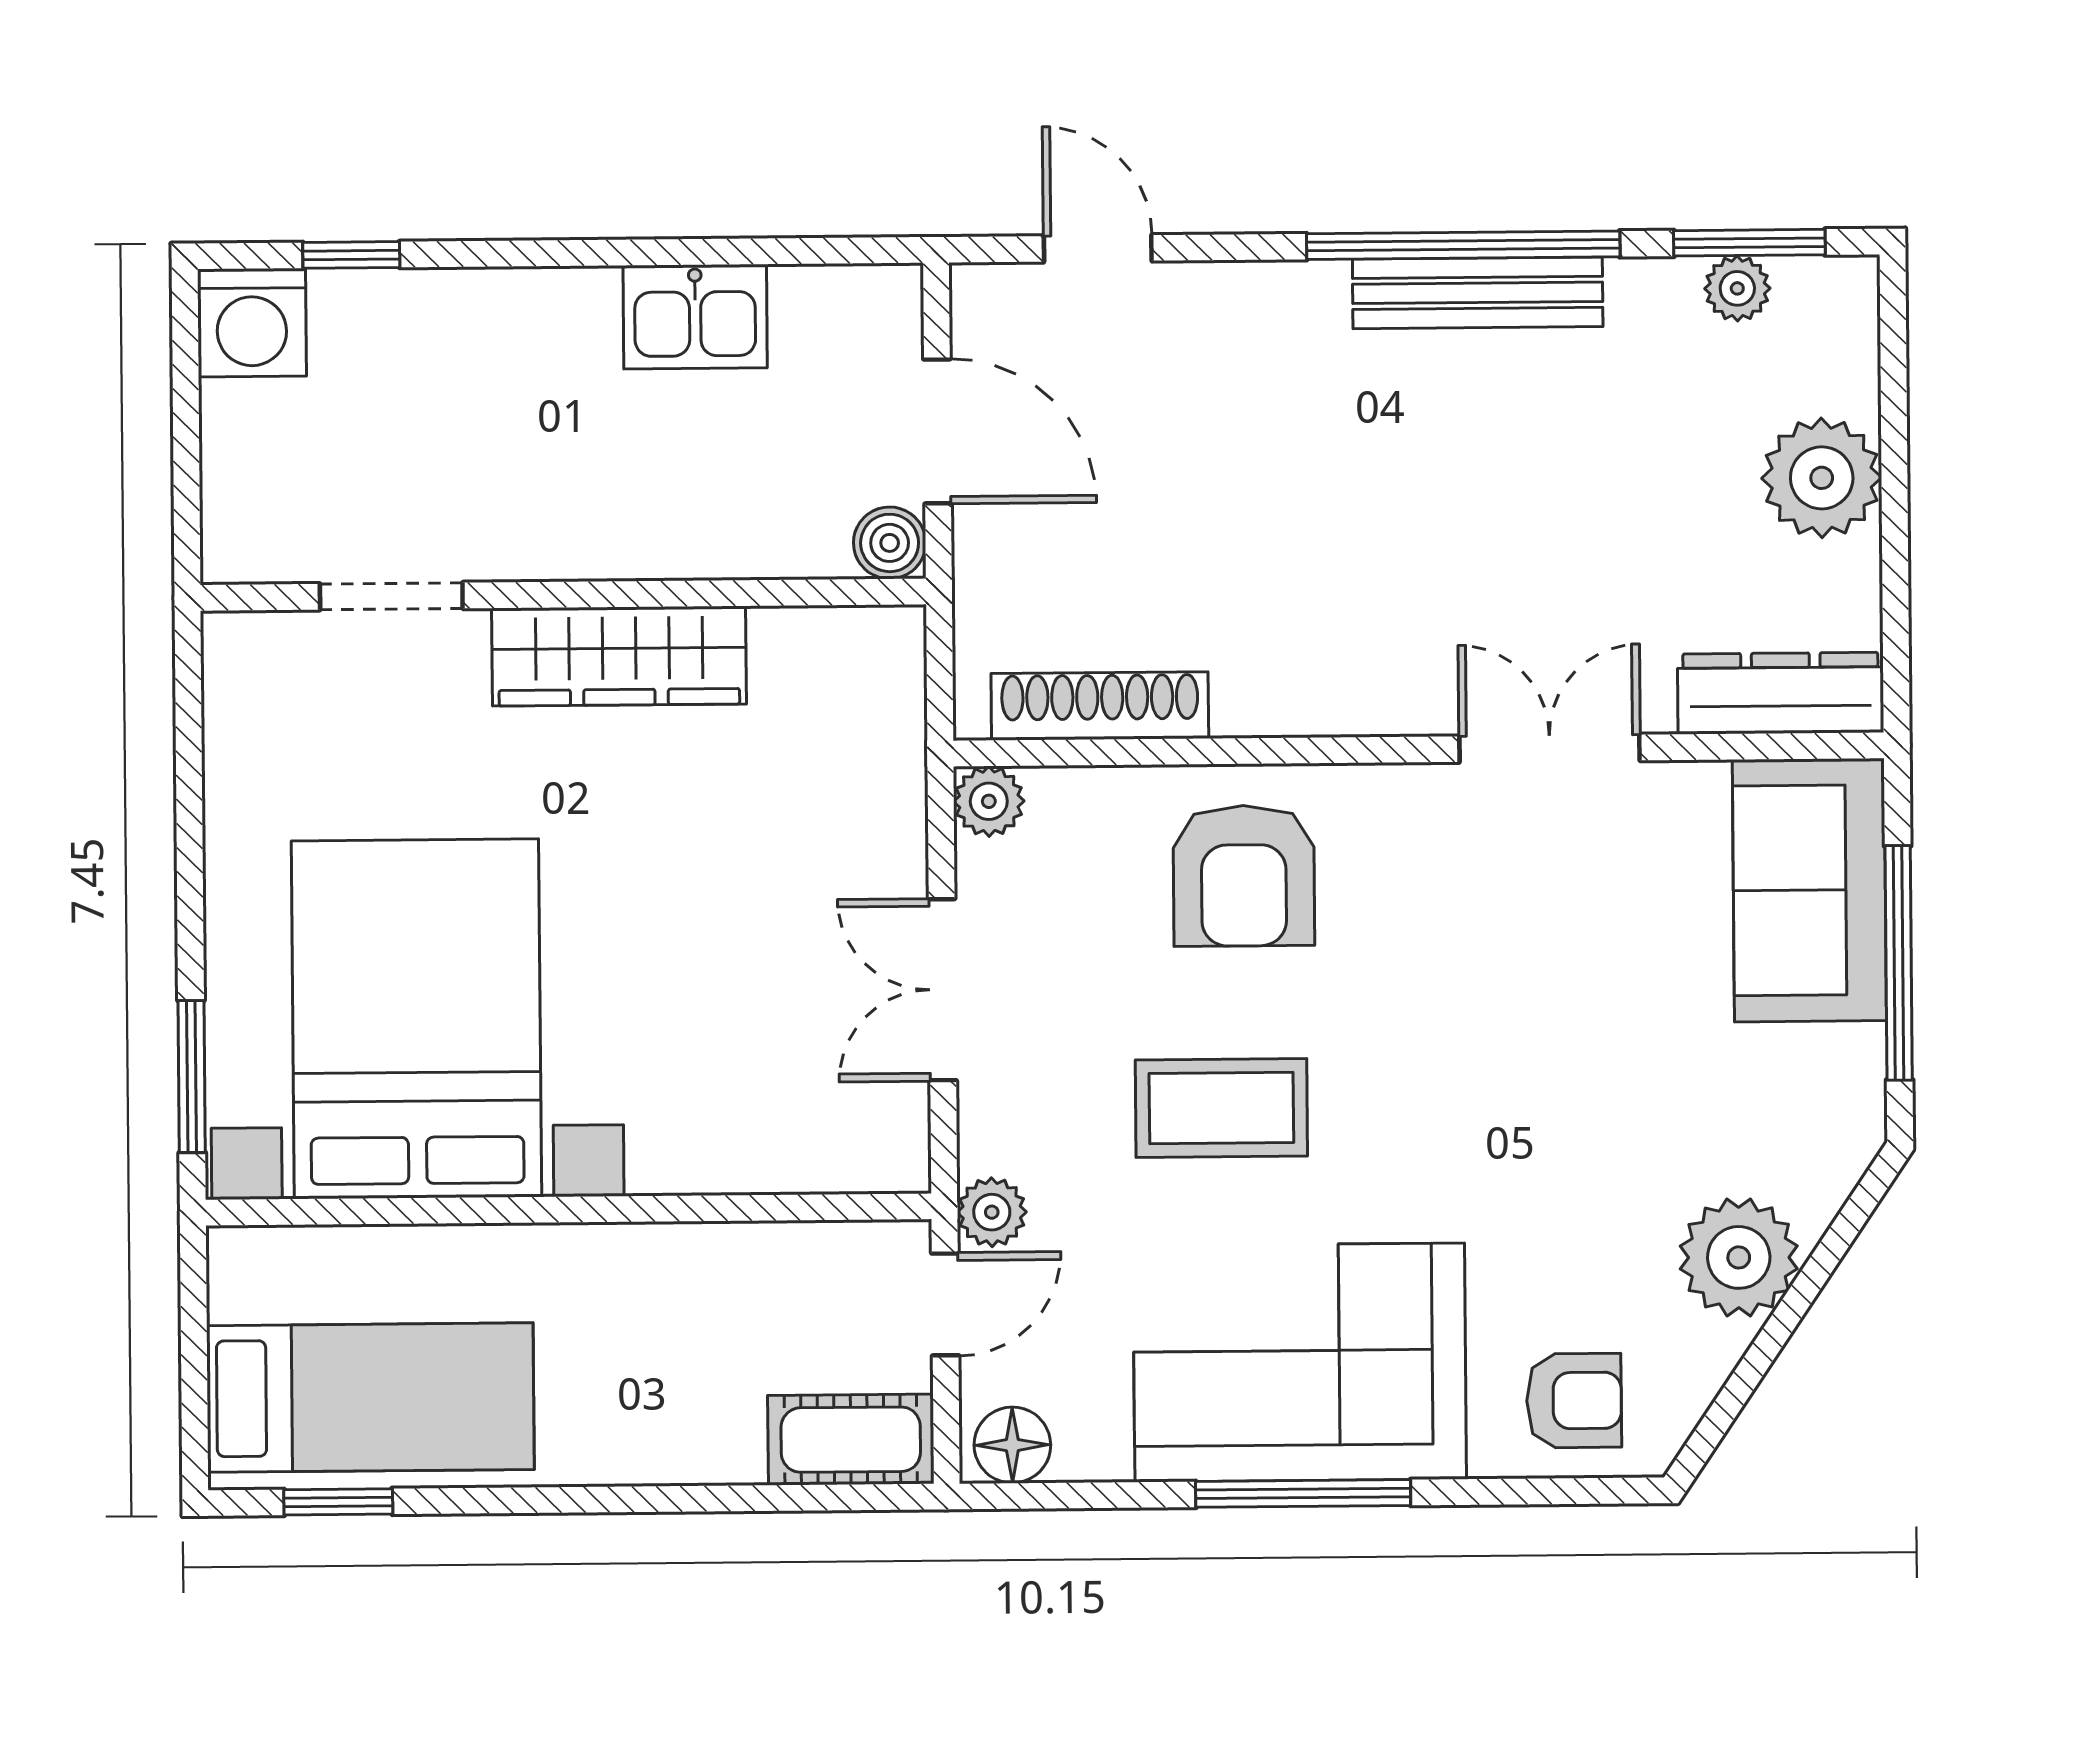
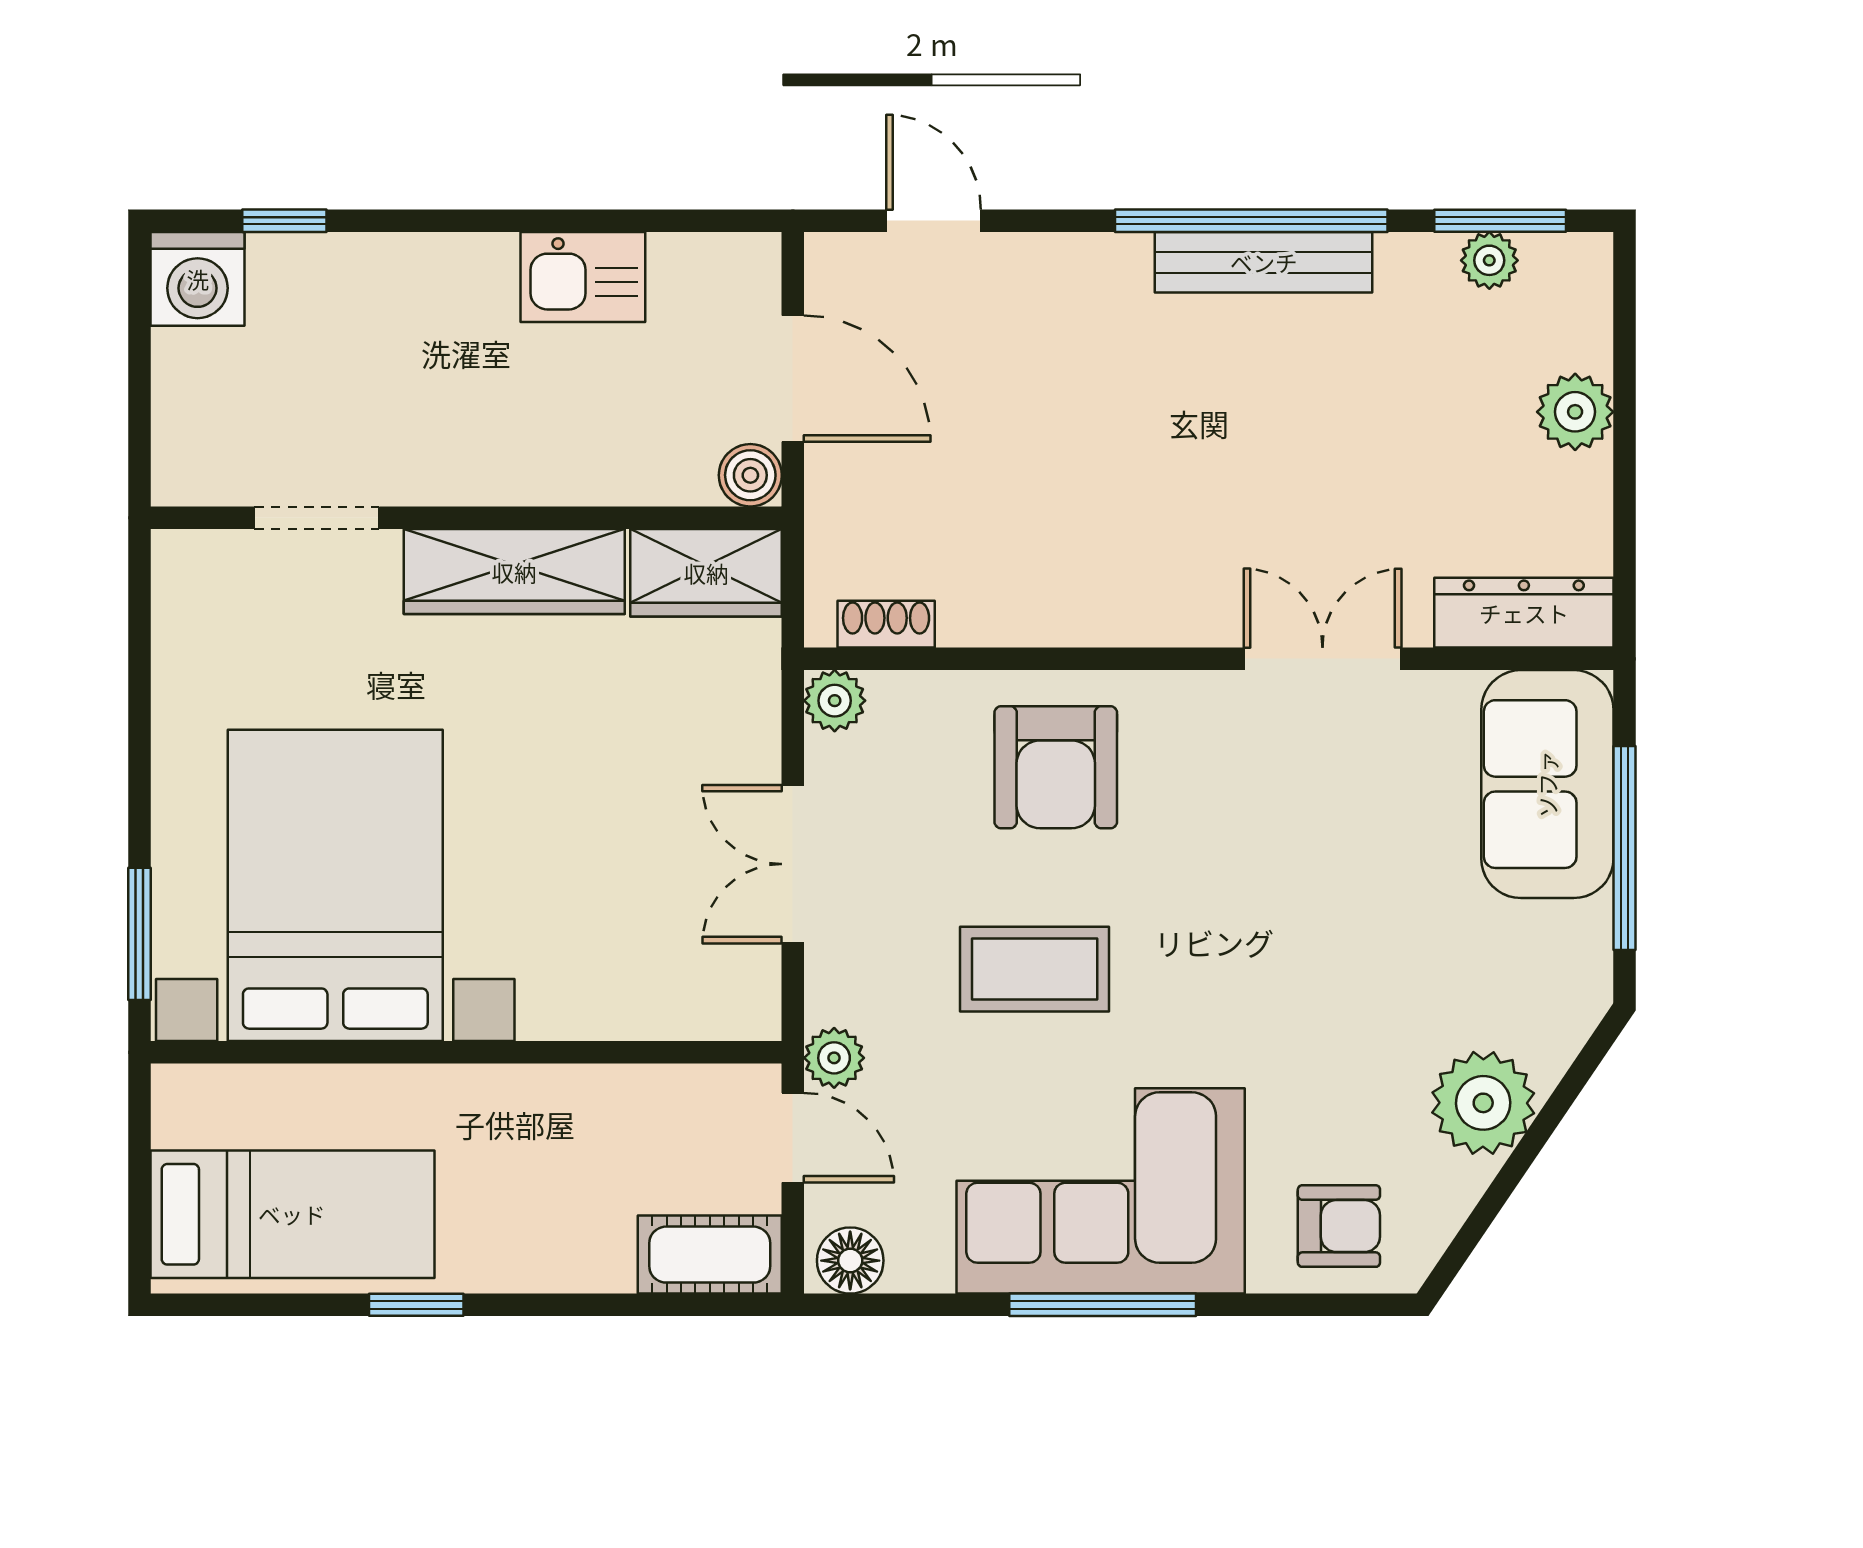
plant: (1822, 478) -> (1575, 412), width x0.73, depth x0.73
wardrobe: (840, 656) -> (706, 573), added
shoe rack: (1100, 706) -> (886, 624), width x0.51, depth x0.81
door: (945, 1304) -> (793, 1138), hinge flipped
window: (338, 1502) -> (416, 1305), moved

